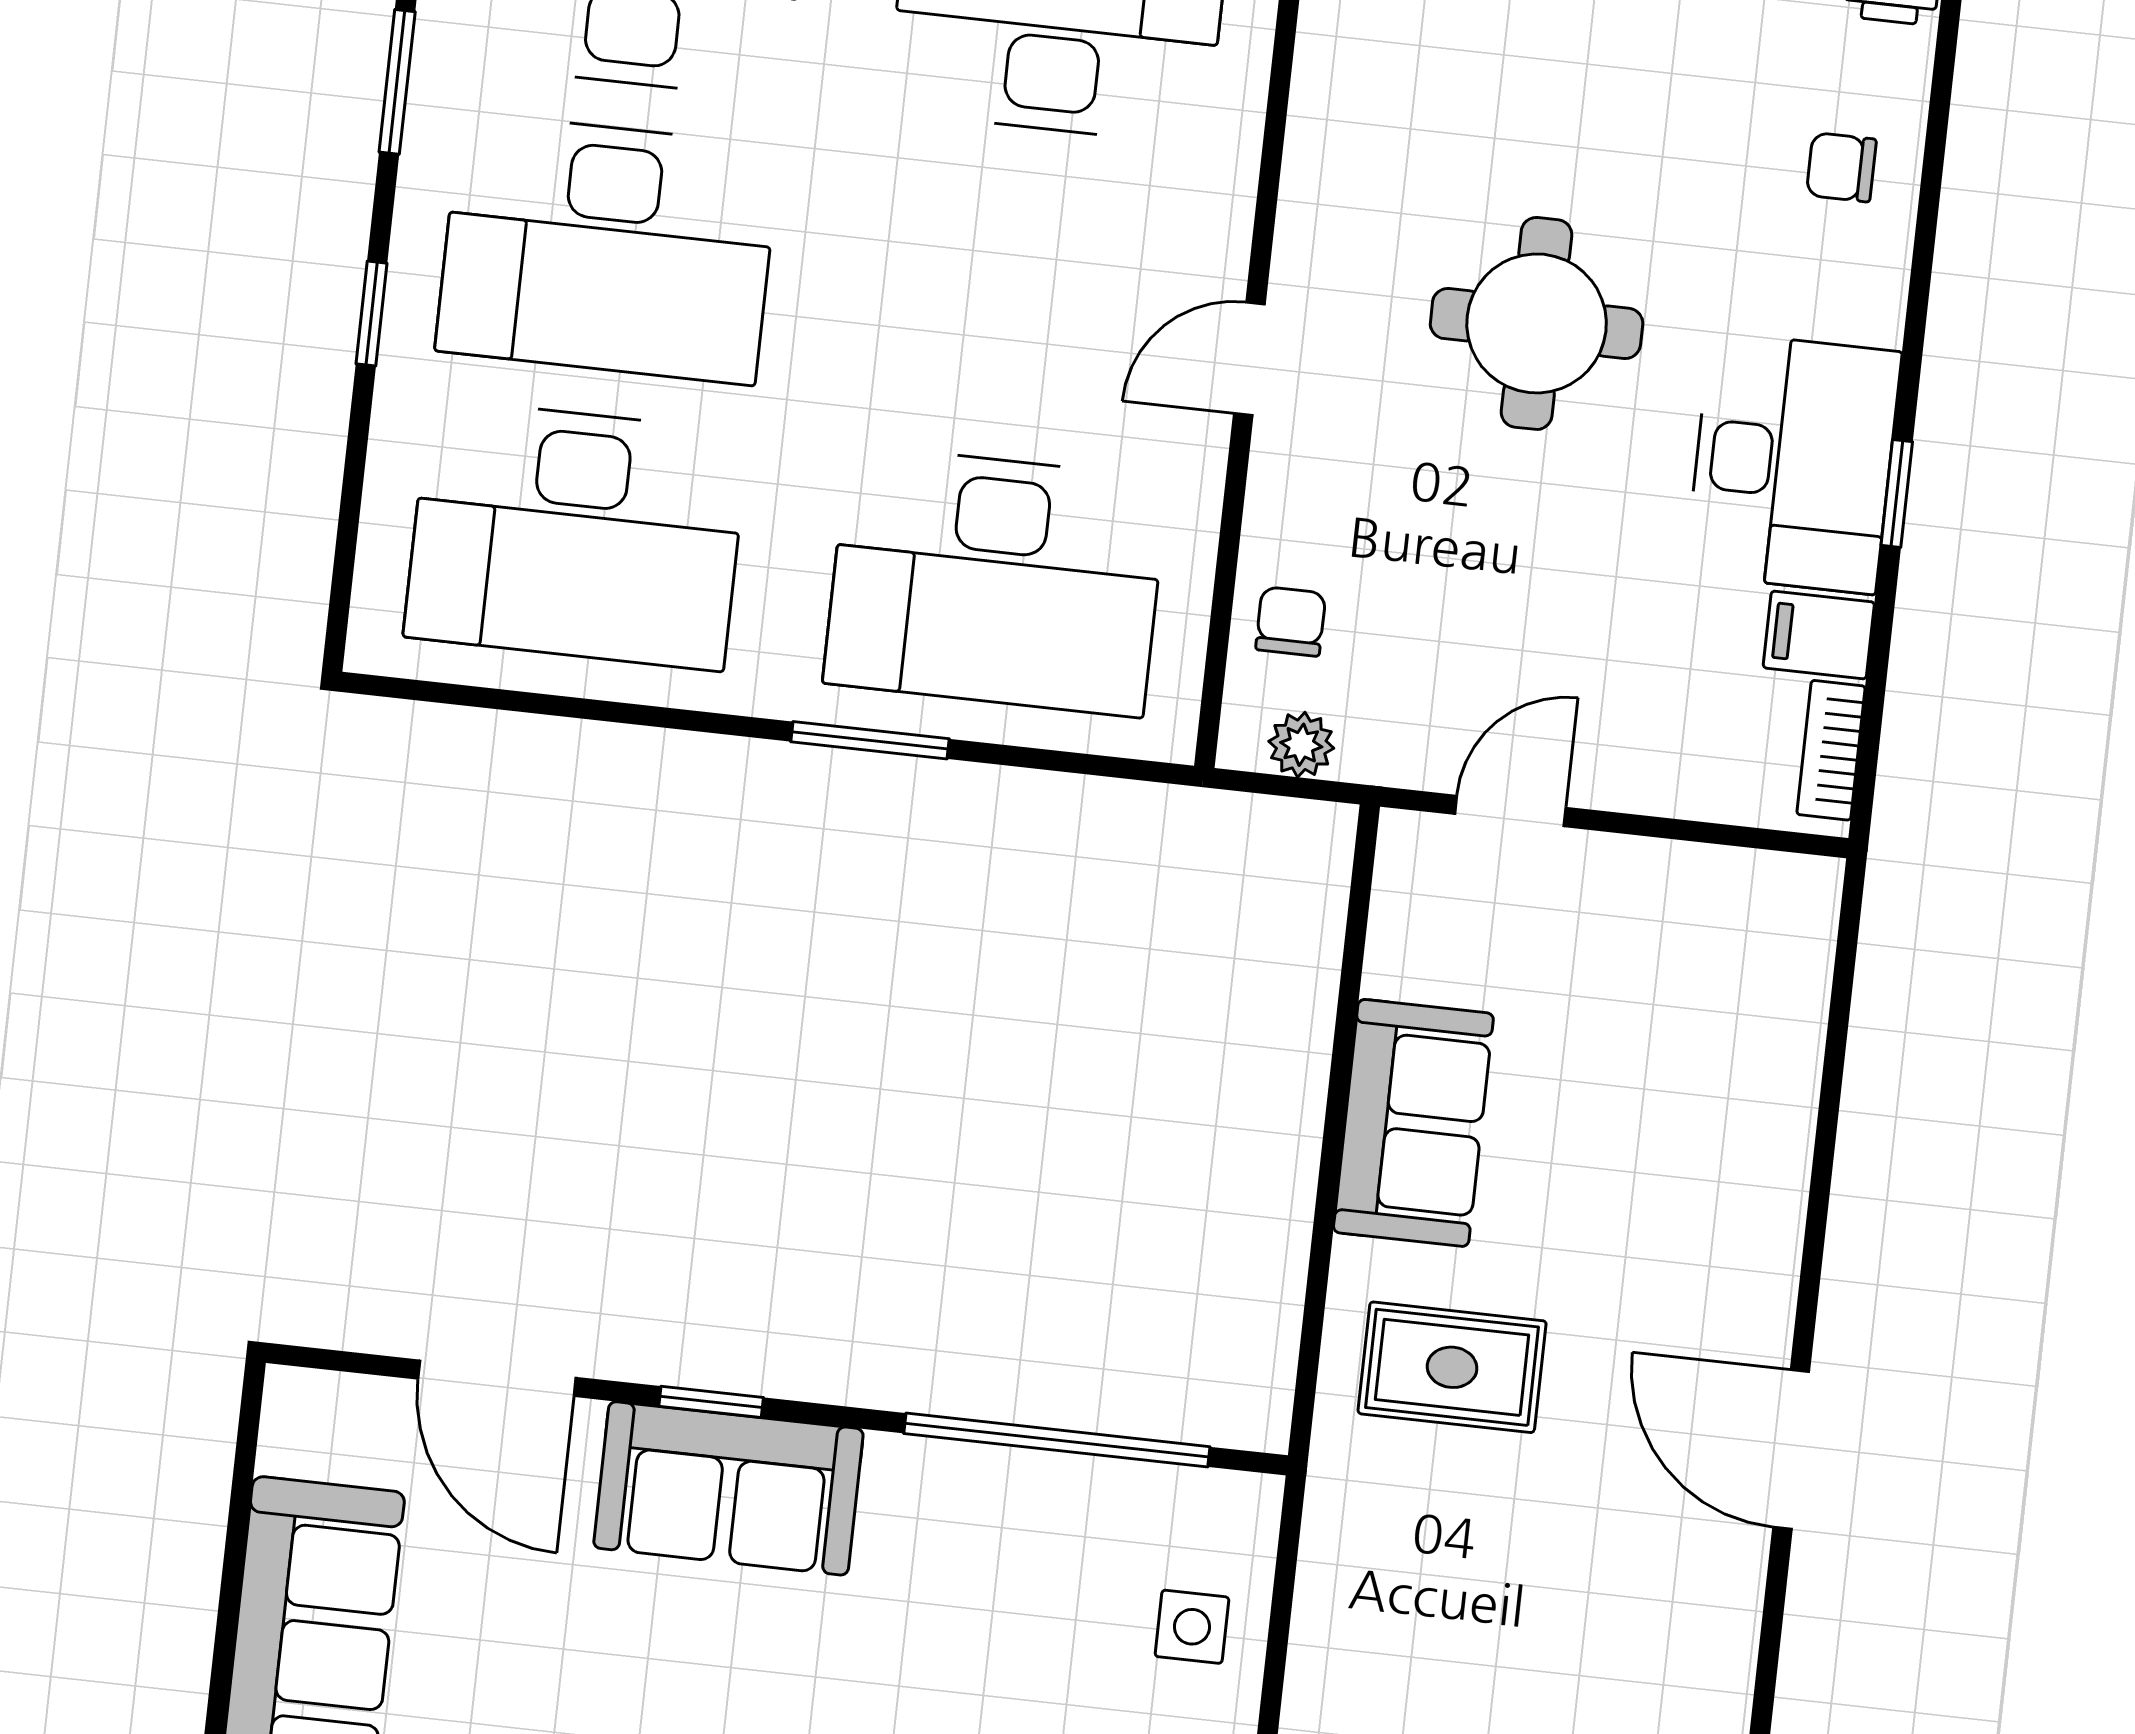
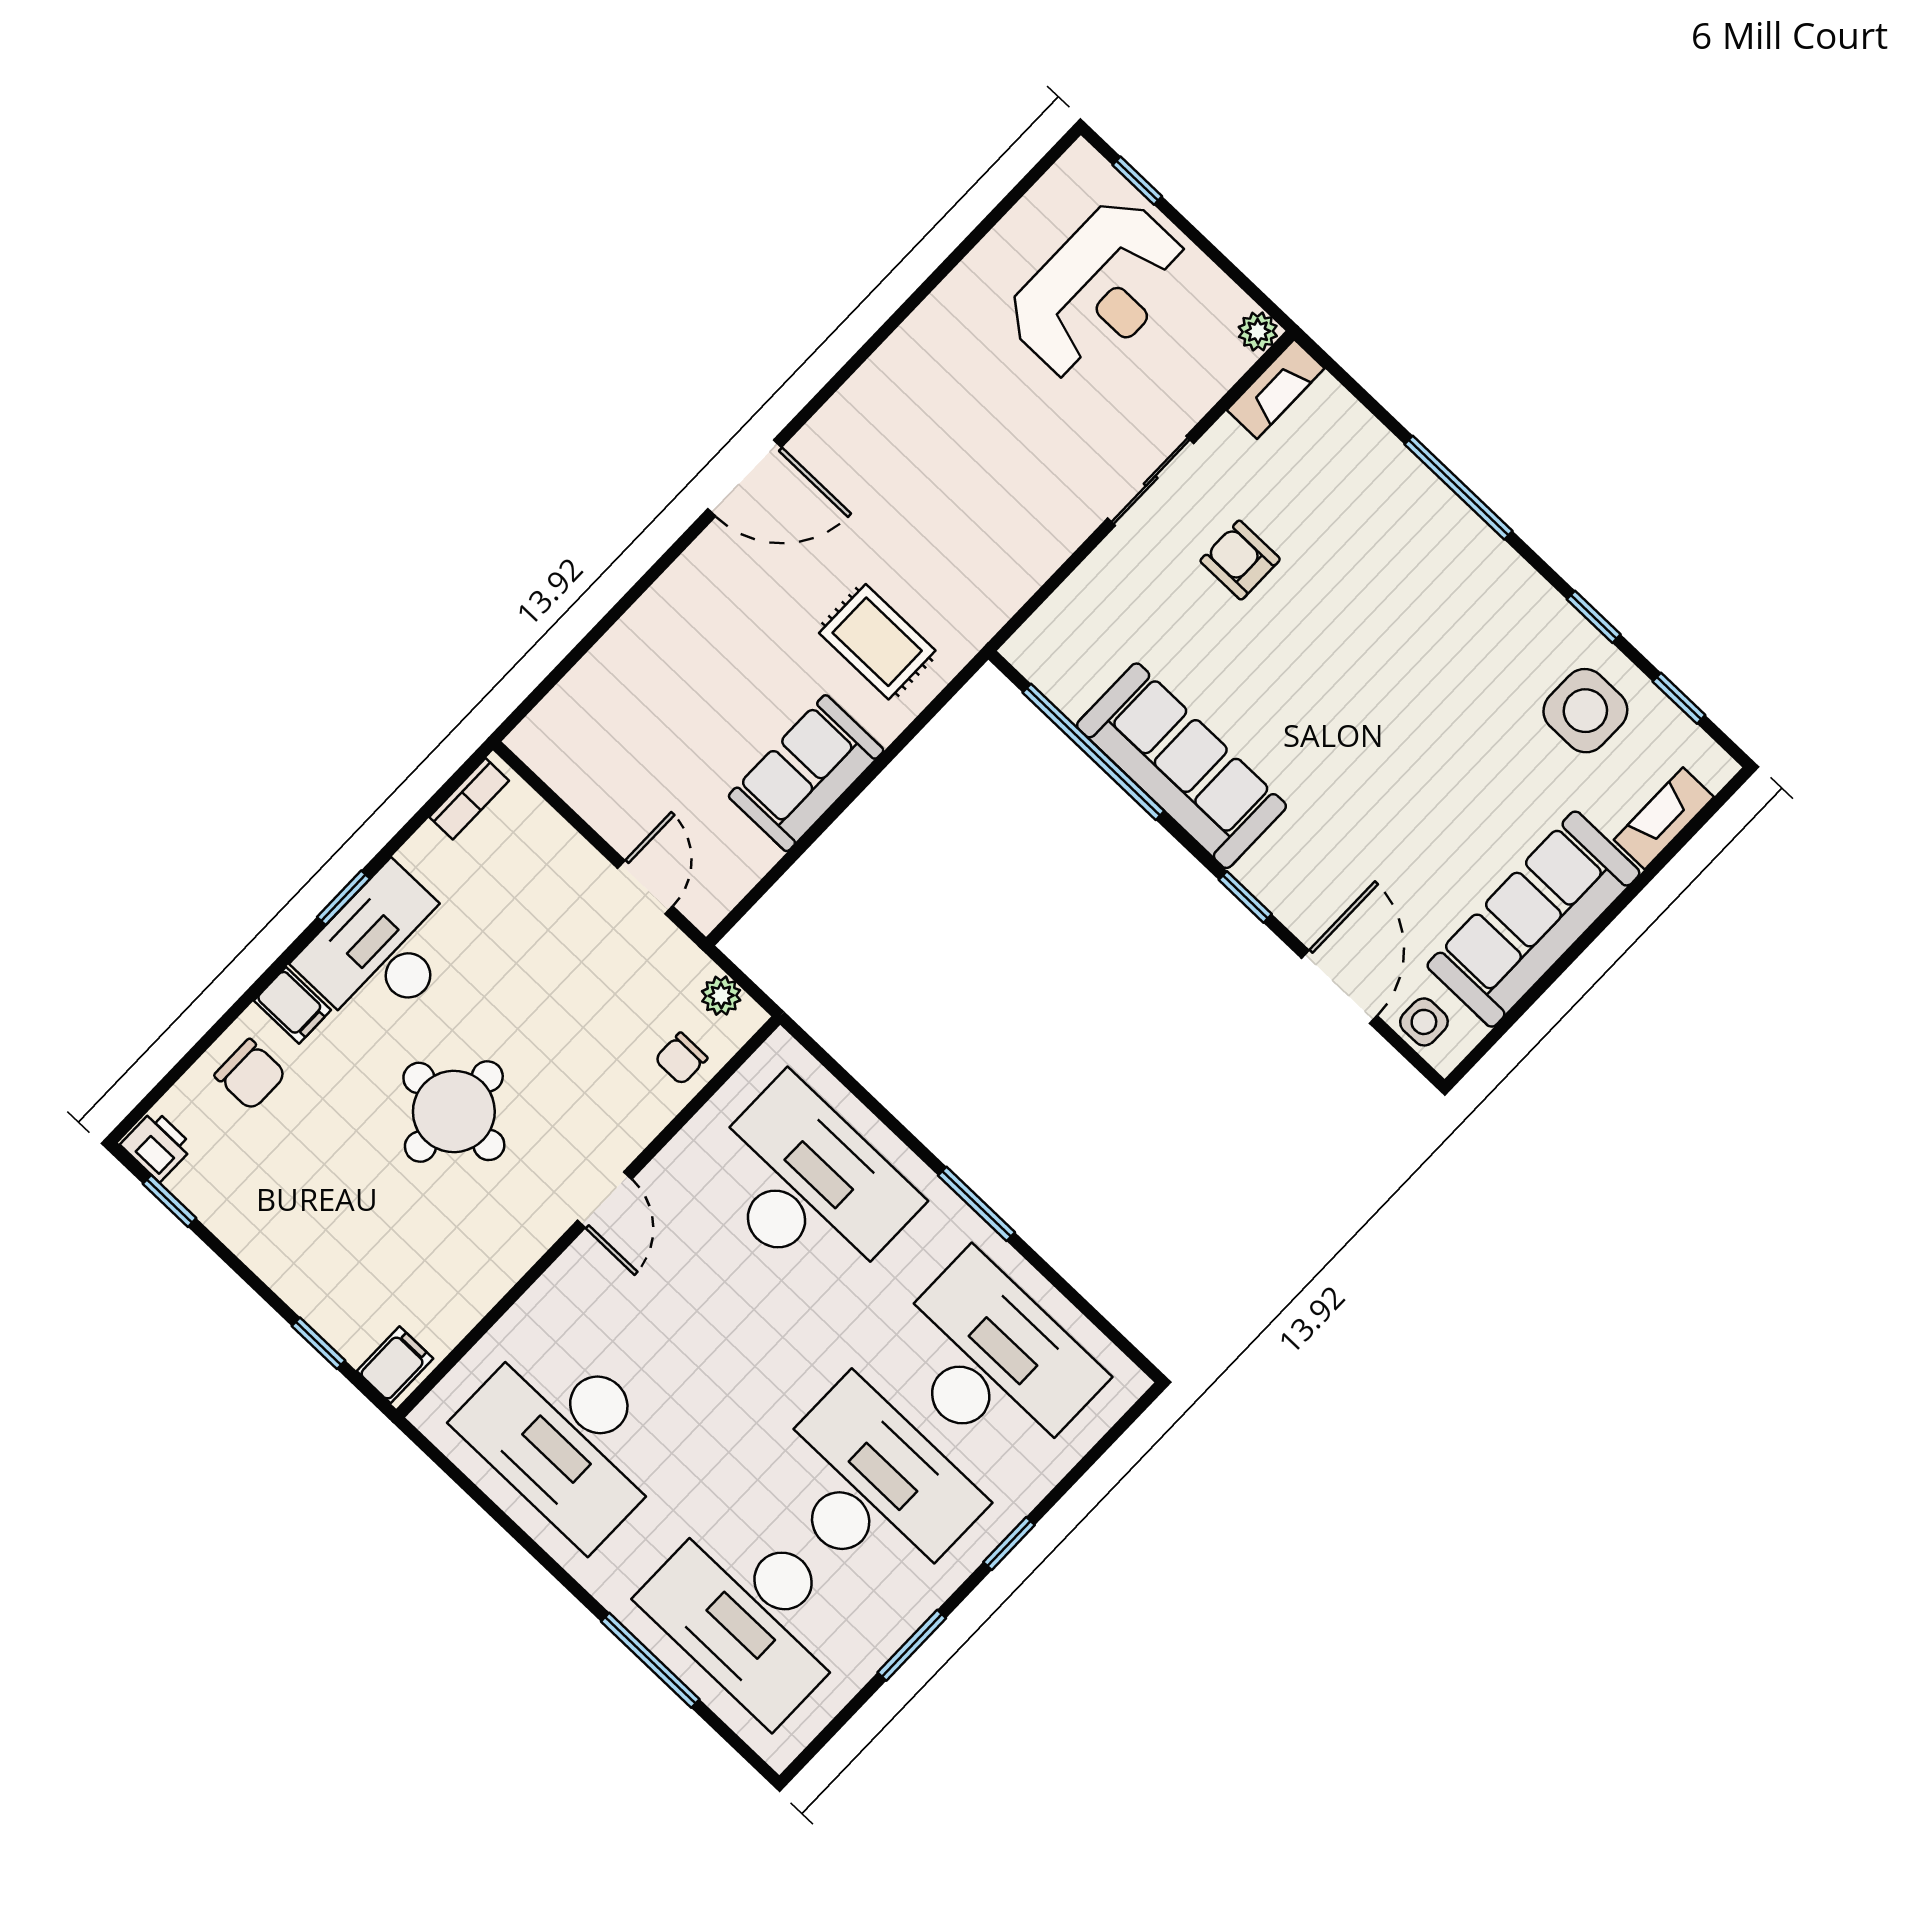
chair: (1841, 167) -> (250, 1075), width x1.37, depth x1.37
door: (1249, 359) -> (605, 1200), hinge flipped
filing cabinet: (1819, 635) -> (292, 1005), moved
window: (870, 740) -> (977, 1204), moved
door: (1510, 811) -> (645, 887), swing flipped
door: (1791, 1450) -> (745, 478), hinge flipped
sofa: (728, 1488) -> (1181, 766), moved, width x1.36
side table: (1192, 1627) -> (1424, 1022), moved

